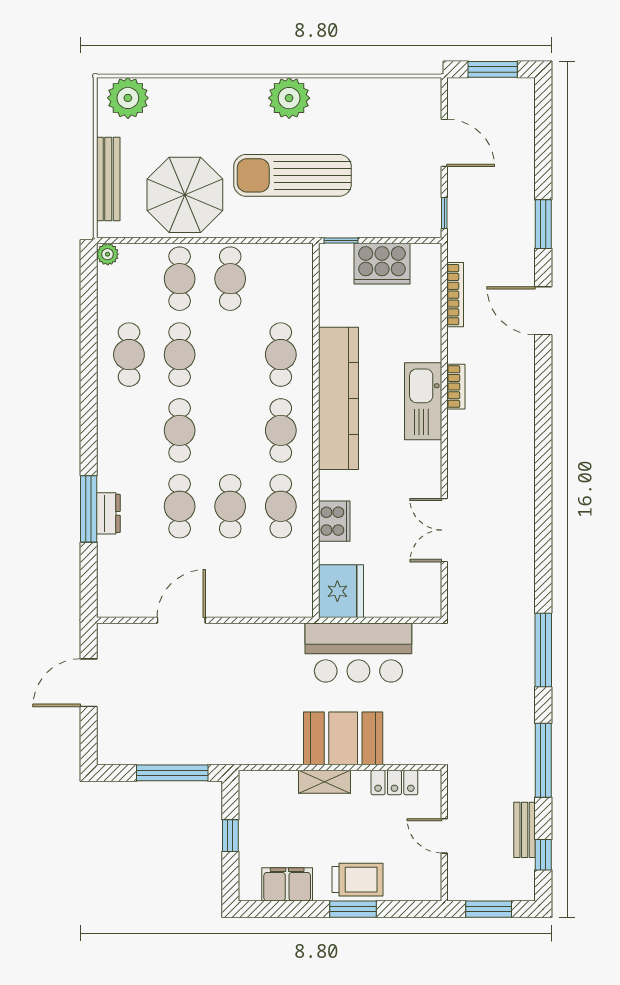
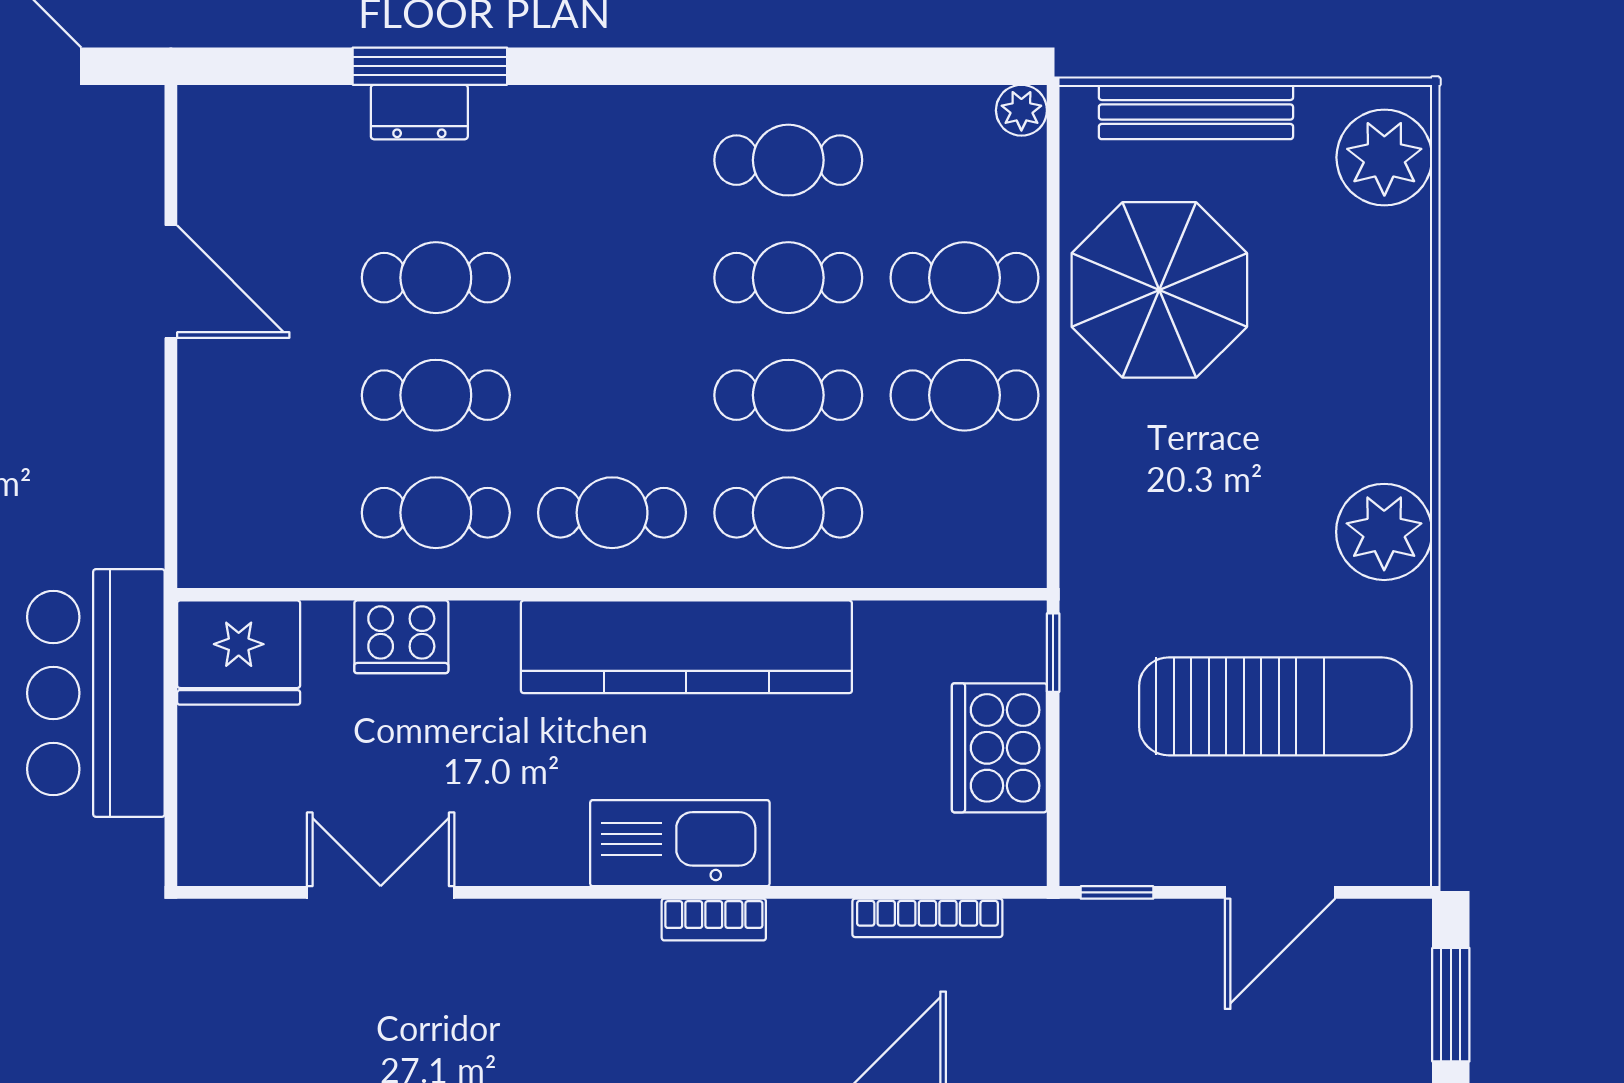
sun lounger: (293, 175) -> (1275, 706), moved, turned 90
cafe table: (180, 430) -> (788, 395), moved

